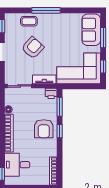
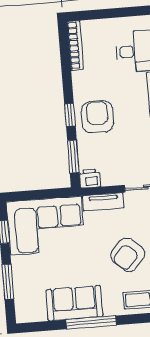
window: (46, 10) -> (91, 322), moved
sofa: (91, 30) -> (74, 303), moved, turned -90

